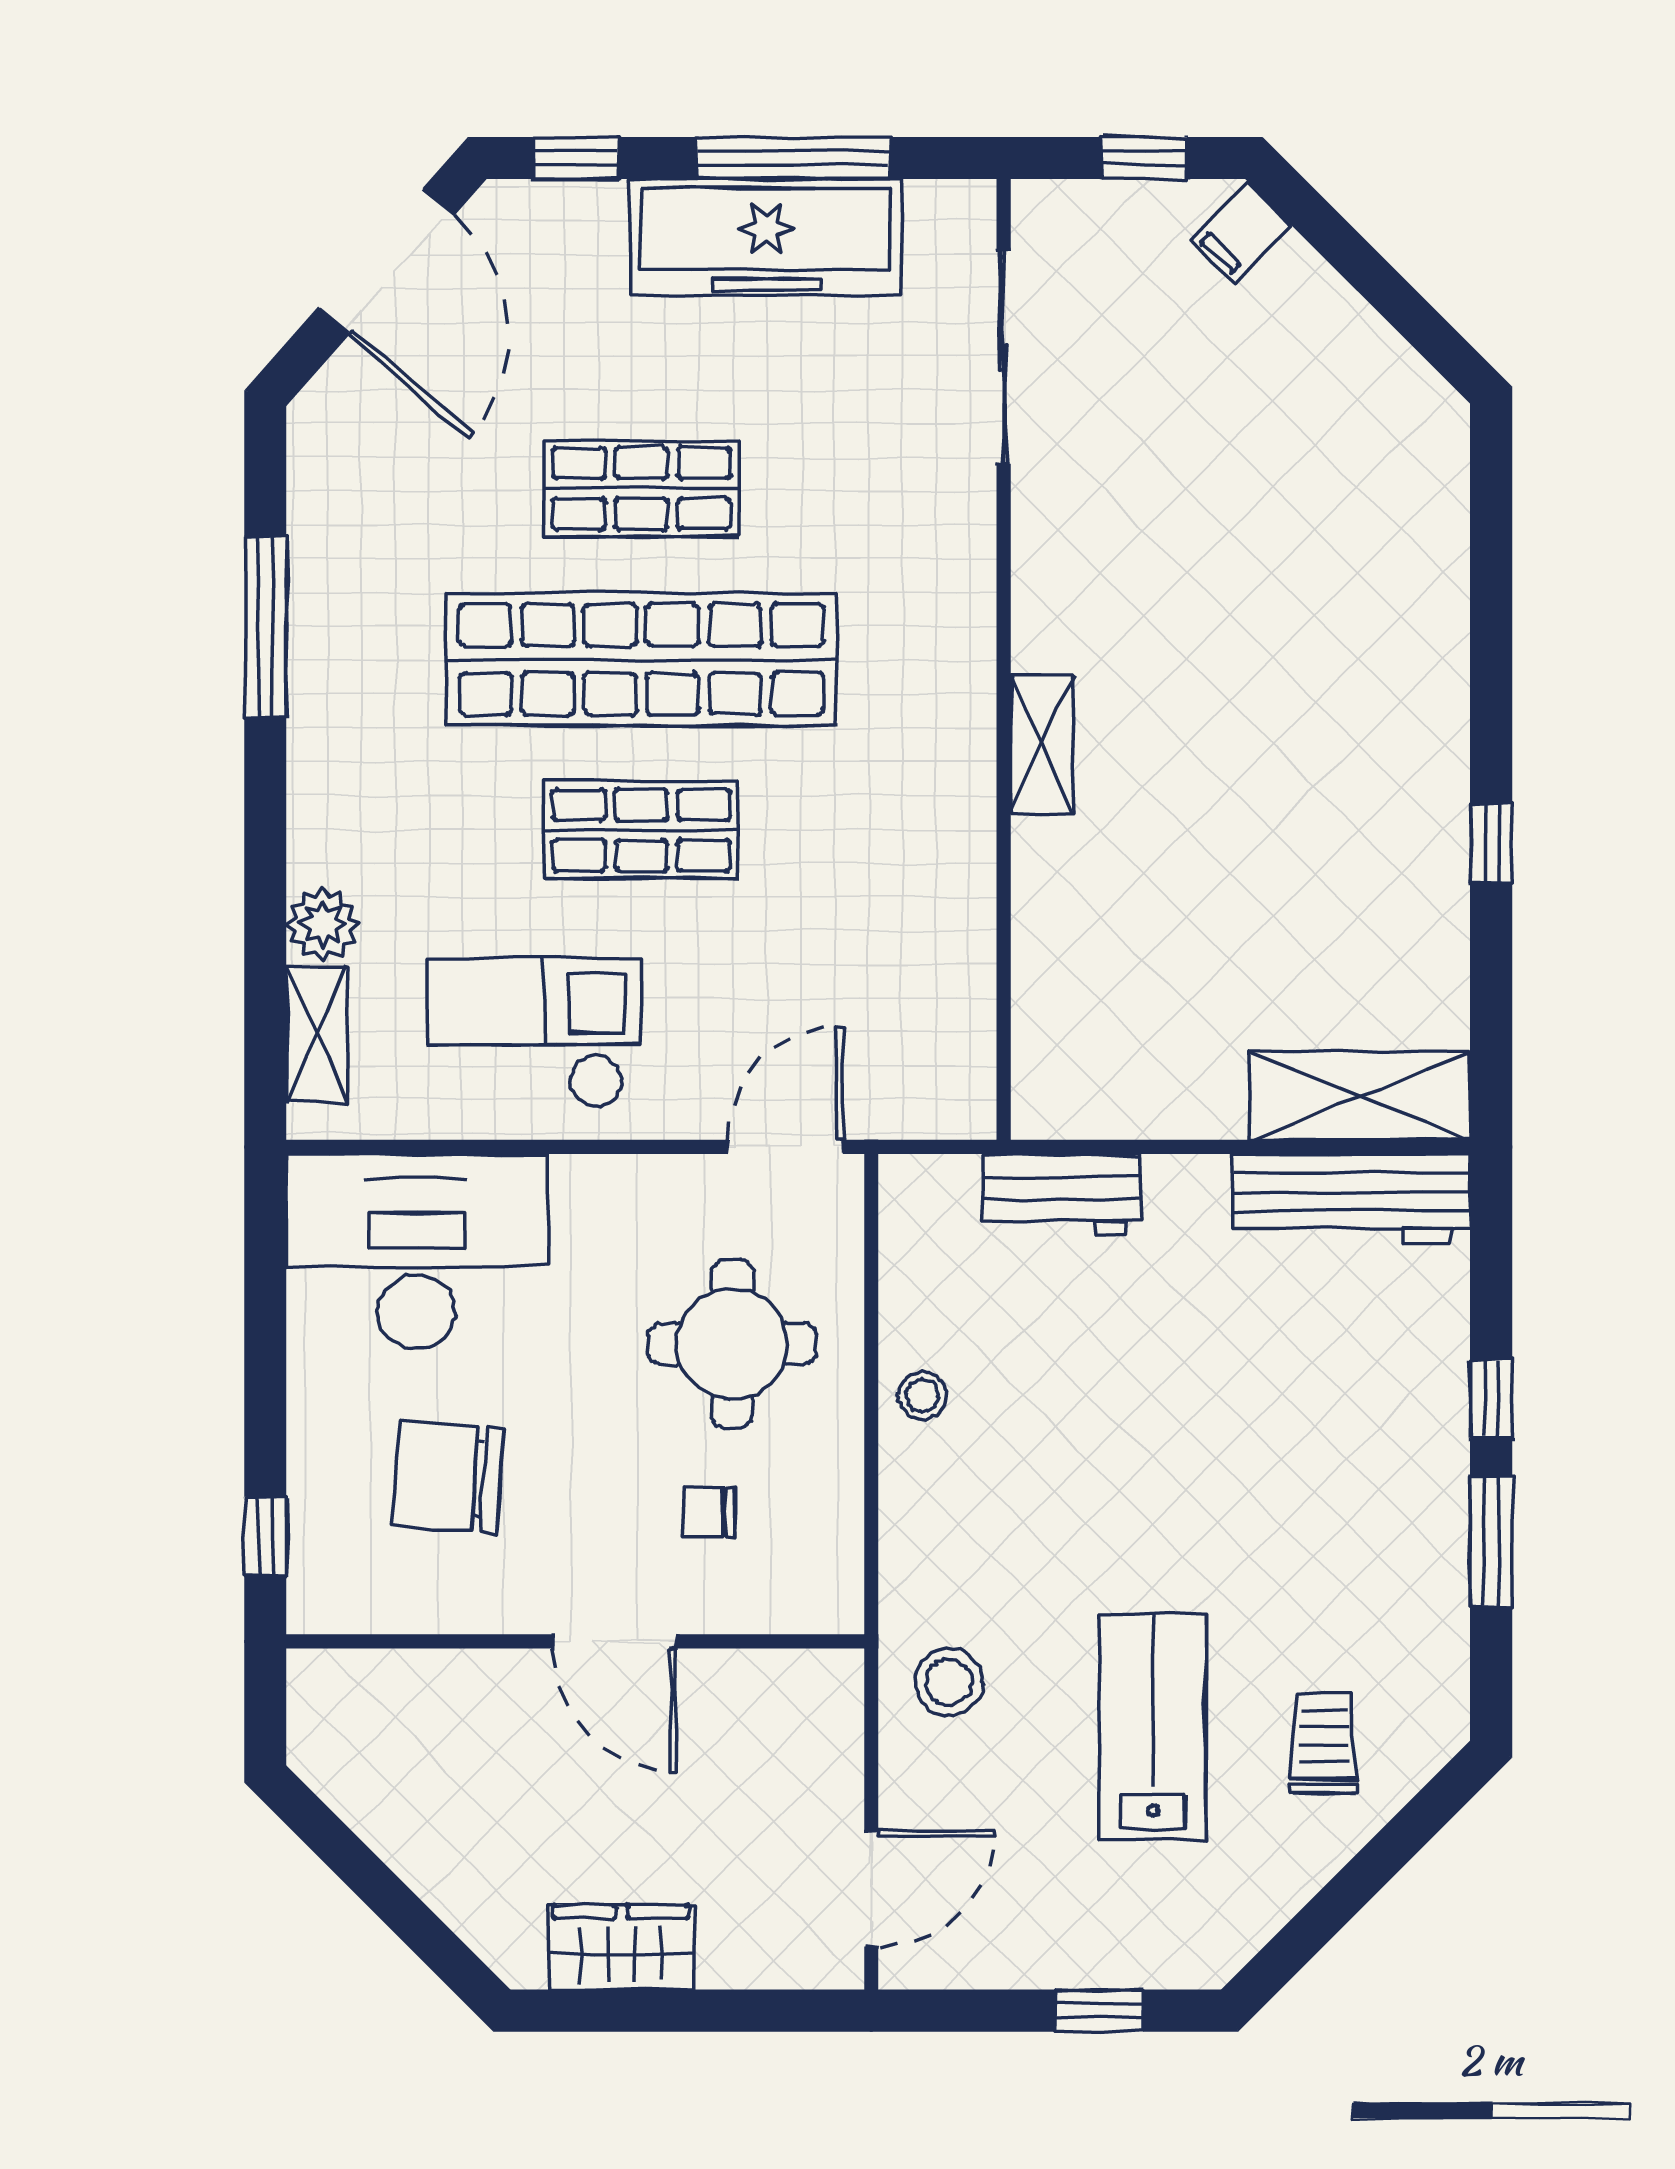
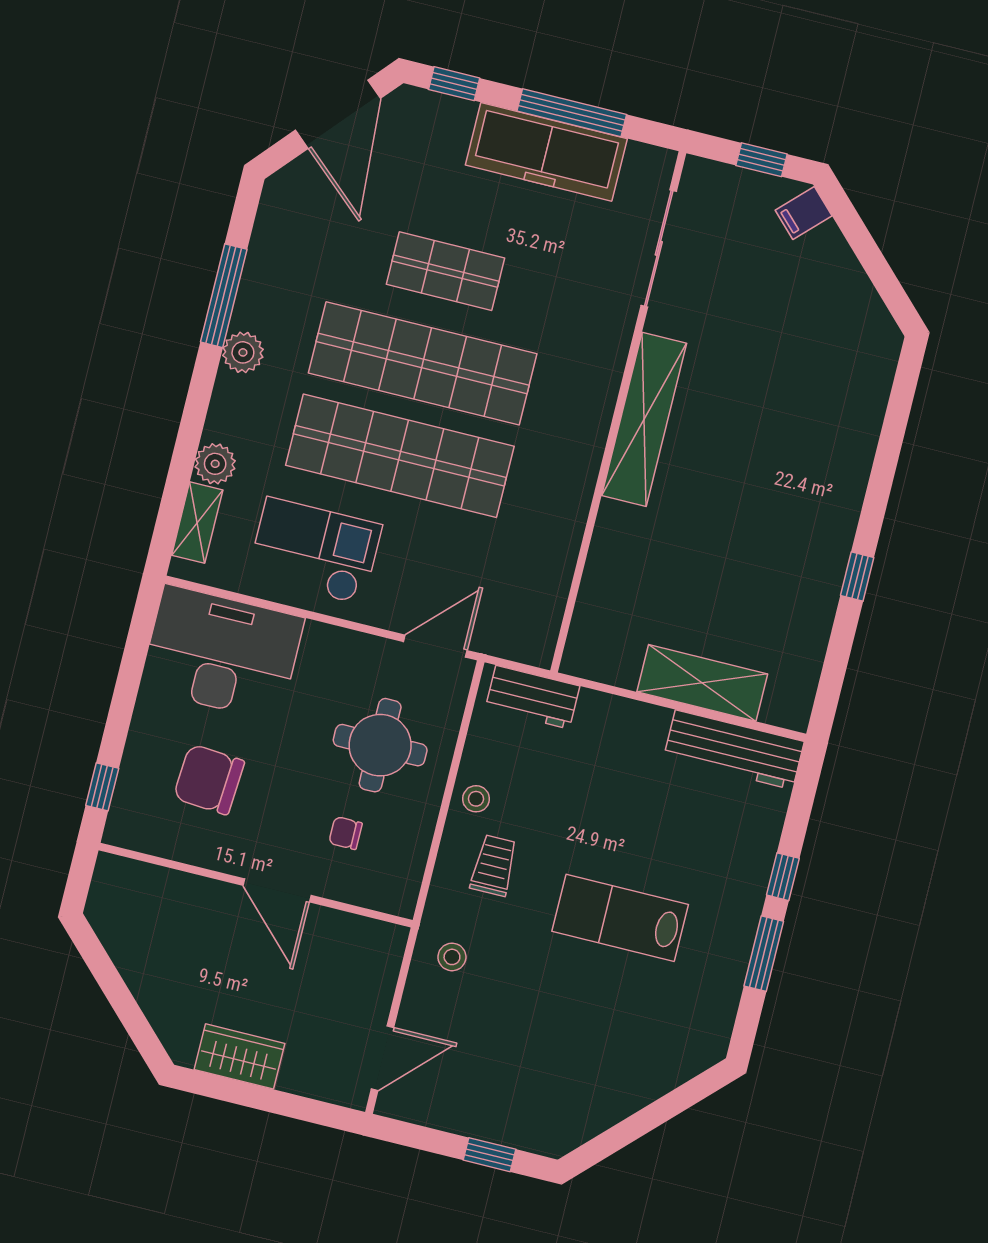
plant: (323, 718) -> (243, 352), added
shelving: (1041, 744) -> (644, 419), width x2.20, depth x1.33
shop shelf: (641, 830) -> (400, 456), width x2.00, depth x1.36
shelving: (1360, 1096) -> (702, 683), moved
workbench: (1062, 1194) -> (533, 697), moved
stool: (949, 1682) -> (452, 957), width x0.73, depth x0.73
lab bench: (1153, 1727) -> (620, 918), moved, turned -90
trolley: (1324, 1743) -> (494, 865), moved

